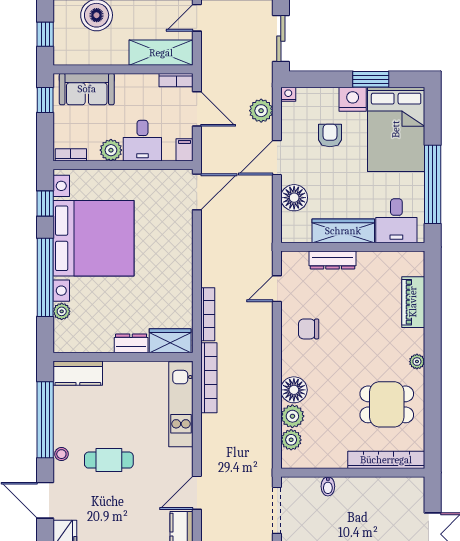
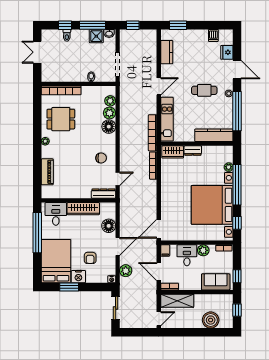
dresser: (333, 260) -> (103, 194), moved
kitchen counter: (78, 373) -> (214, 135), width x1.50
door: (197, 493) -> (159, 86), moved

